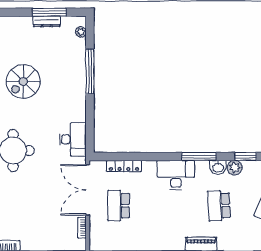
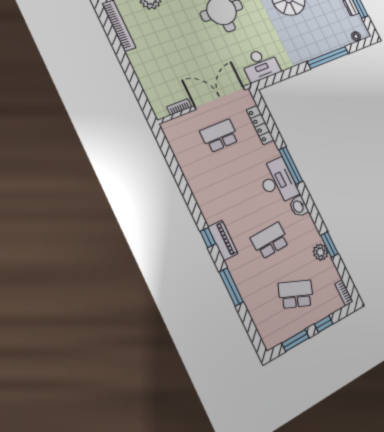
window: (199, 157) -> (291, 166), moved
washbasin: (218, 167) -> (299, 206), moved
plant: (235, 168) -> (321, 252), moved

